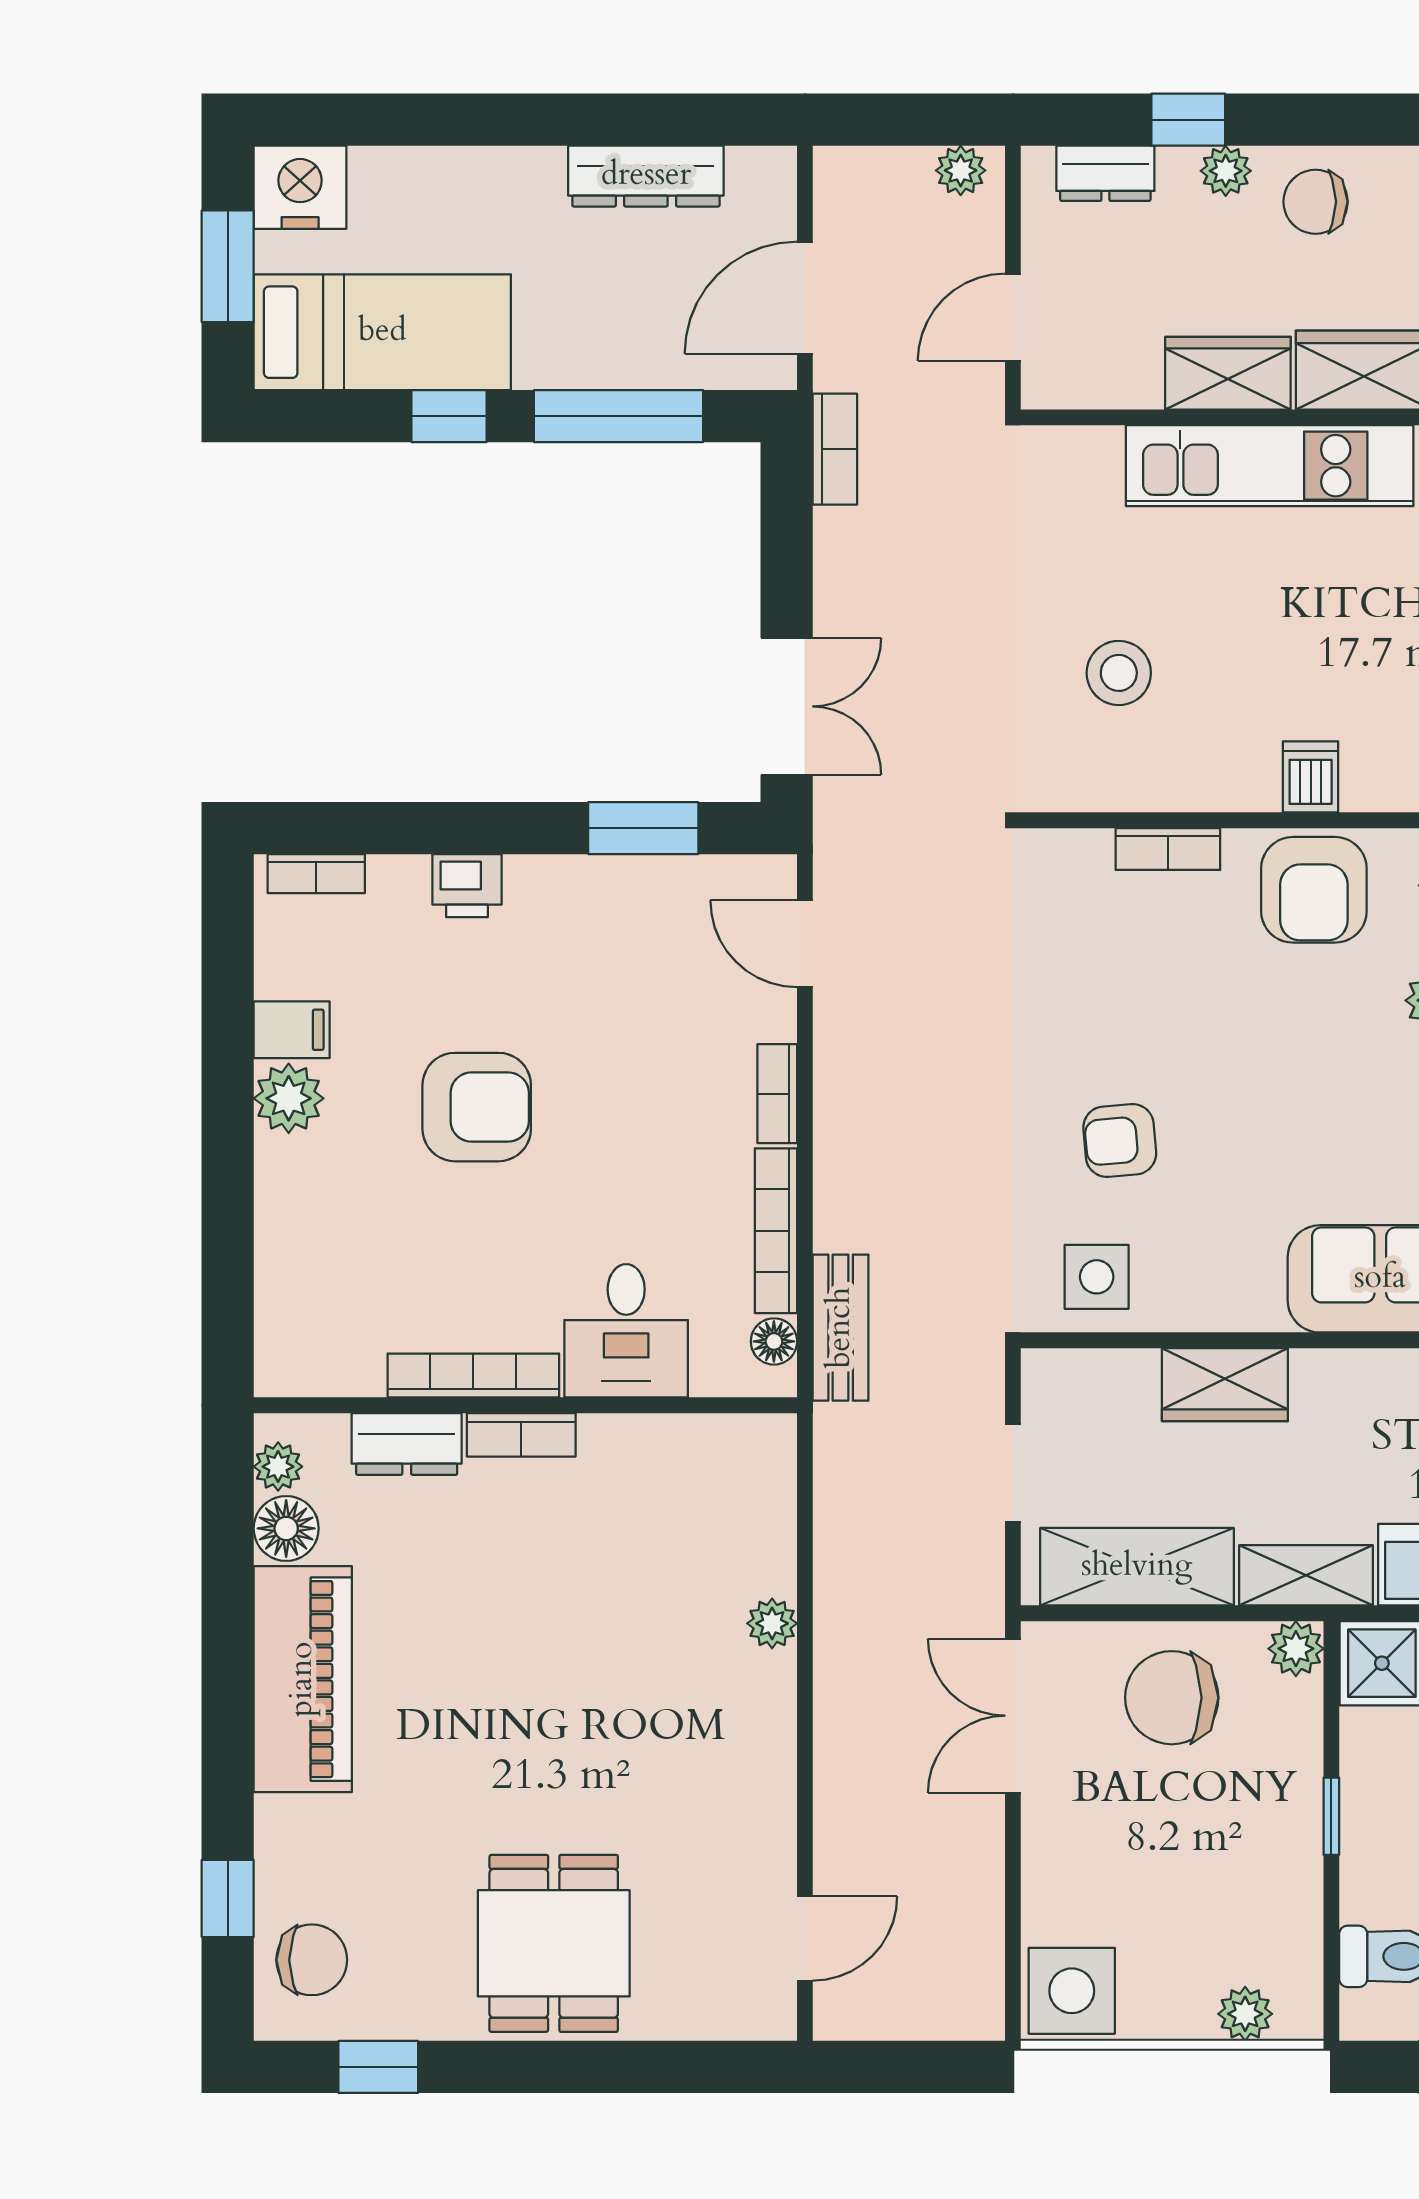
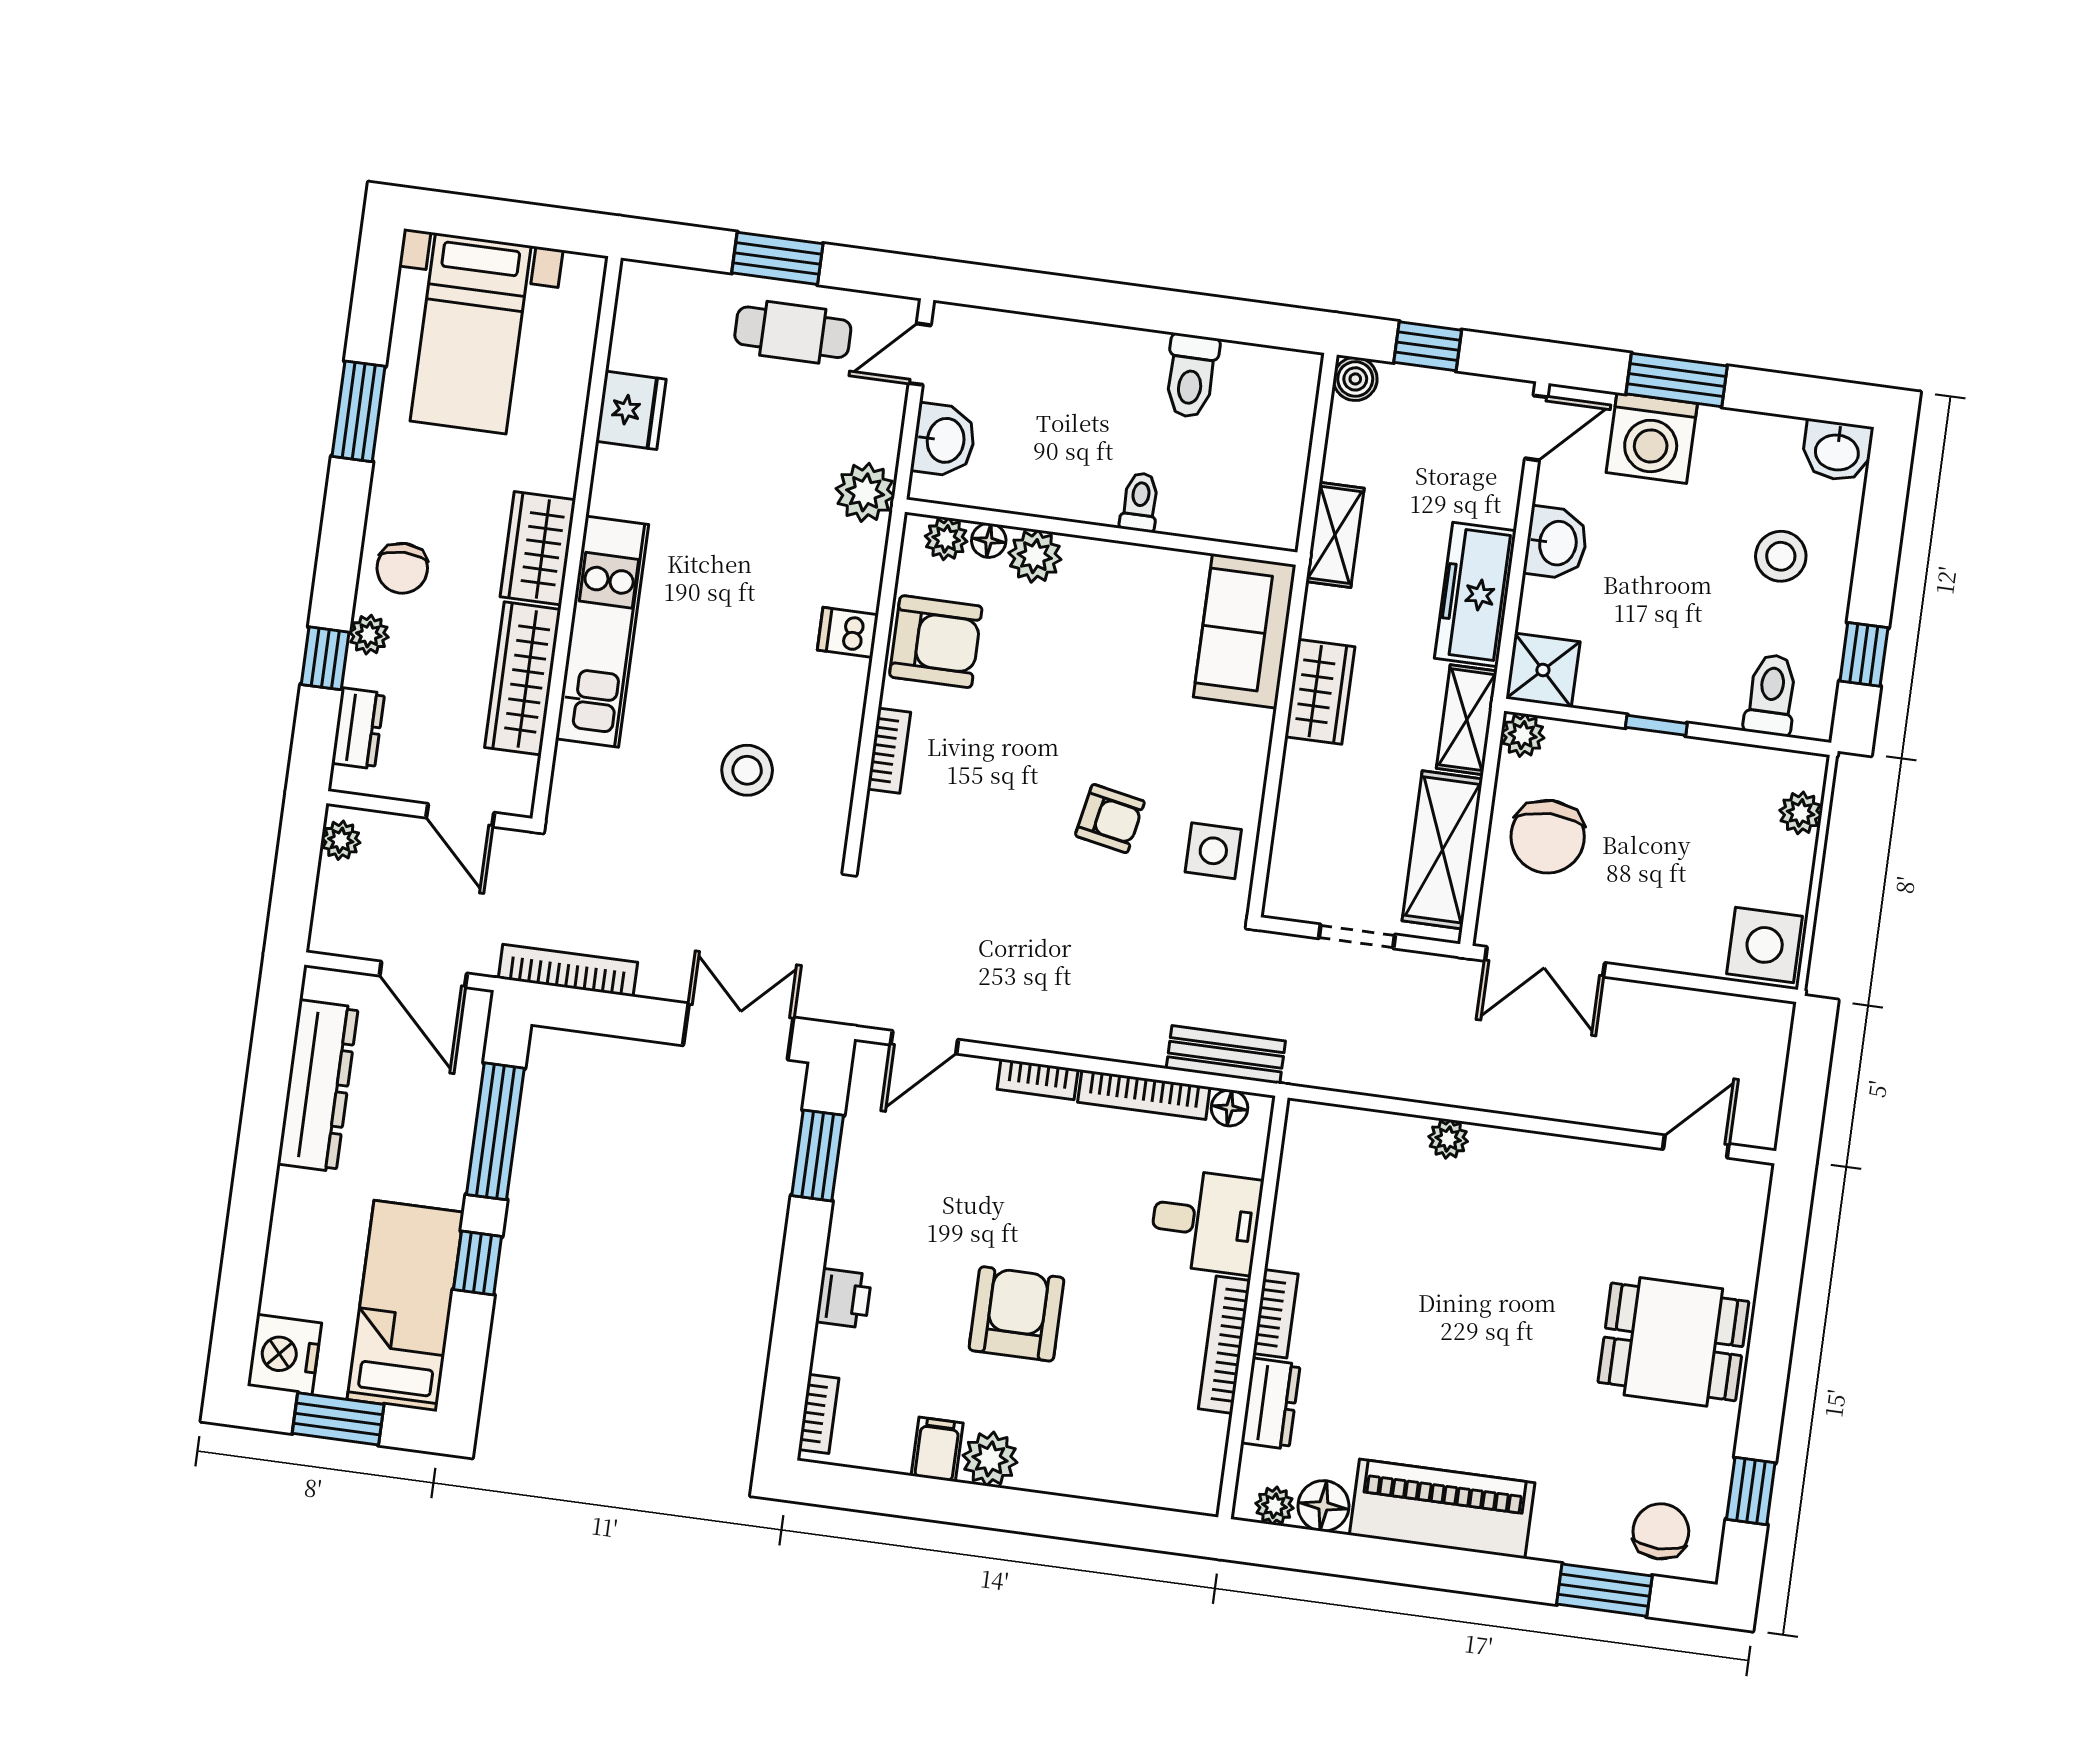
dresser: (646, 176) -> (318, 1086), width x1.37, depth x1.24
wardrobe: (1228, 373) -> (523, 678), width x1.50
bookcase: (835, 449) -> (568, 970), width x1.56
armchair: (1120, 1140) -> (1110, 819), turned -74
wardrobe: (1225, 1385) -> (1320, 692), moved
window: (228, 1898) -> (1604, 1590), width x1.50
door: (805, 1938) -> (1696, 1147), hinge flipped

